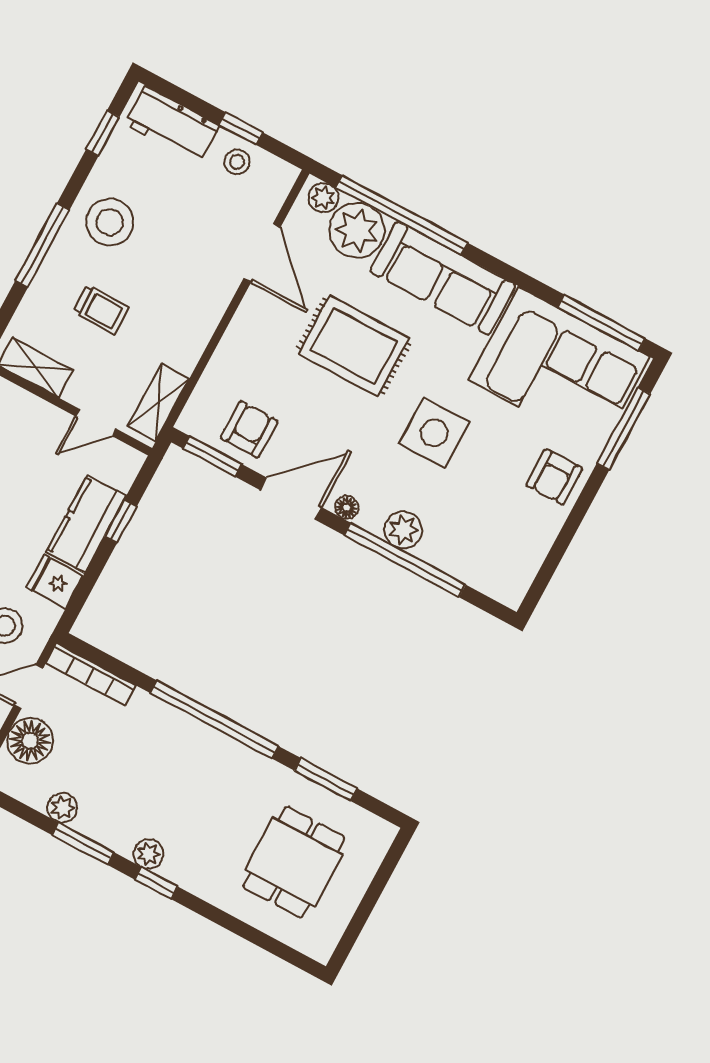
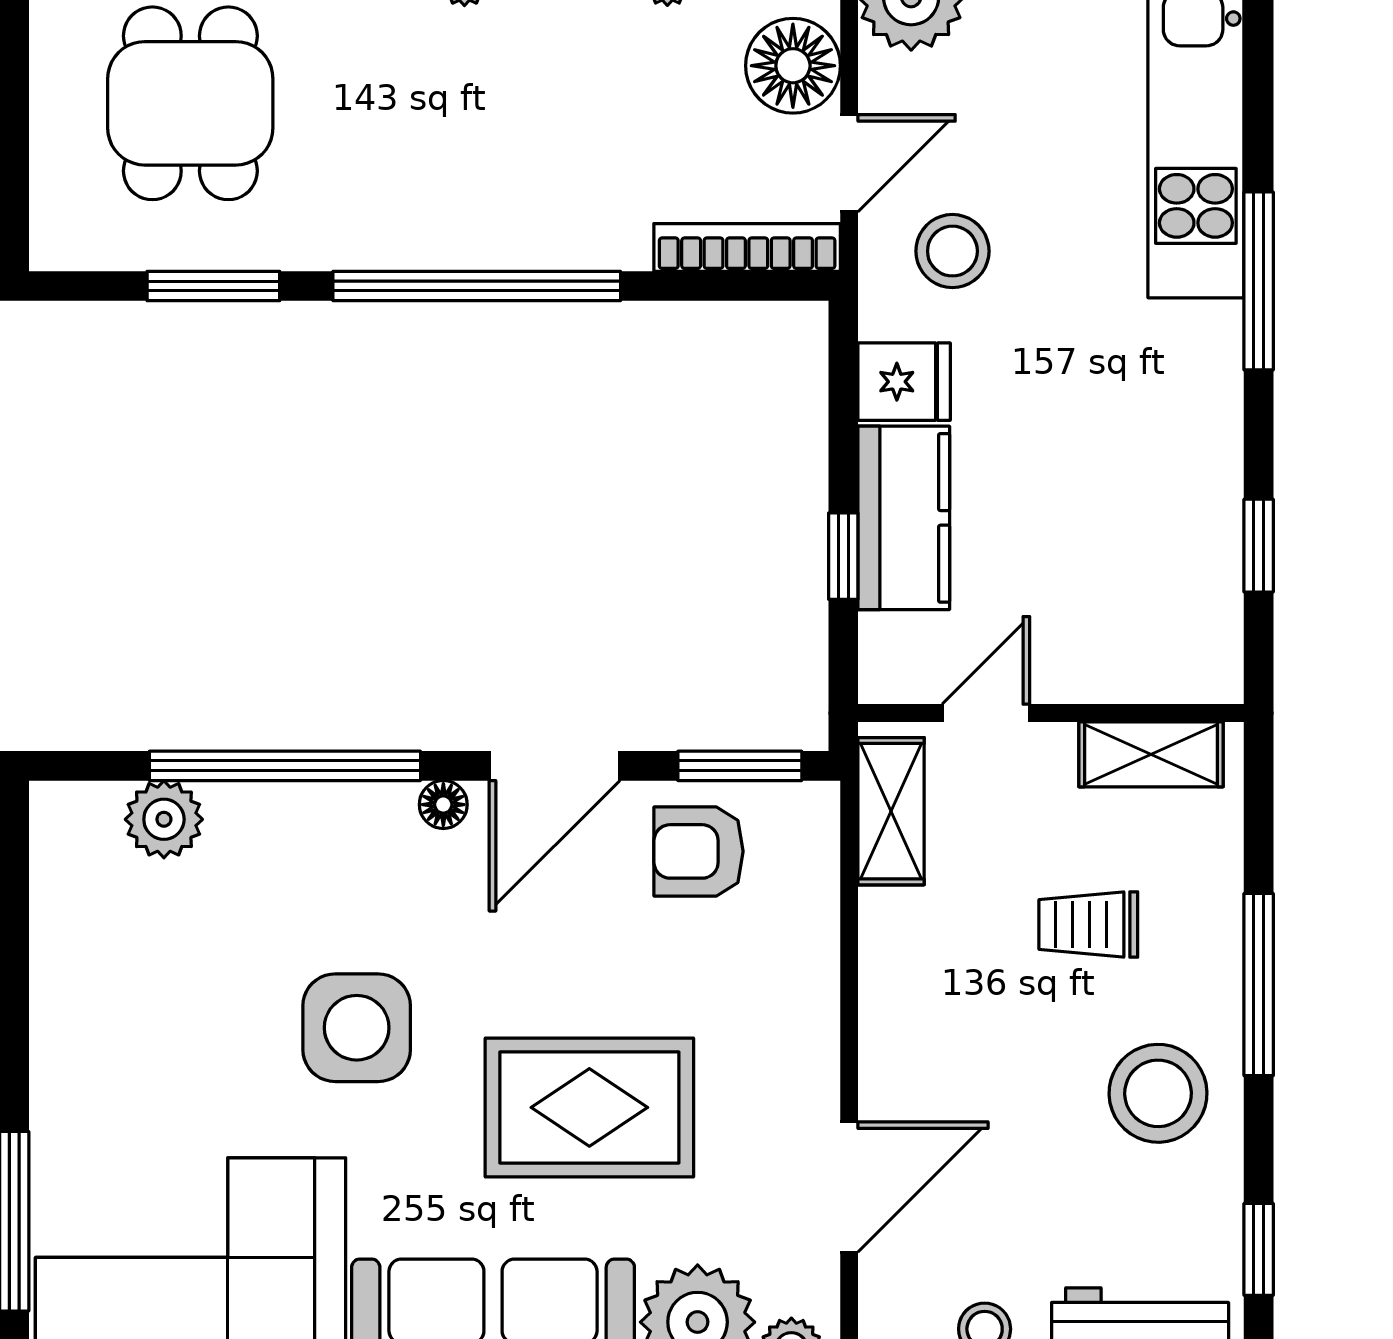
door: (262, 253) -> (849, 1187), swing flipped
armchair: (249, 429) -> (699, 851), turned 90
armchair: (554, 477) -> (93, 1065), removed
plant: (403, 530) -> (164, 819), moved

